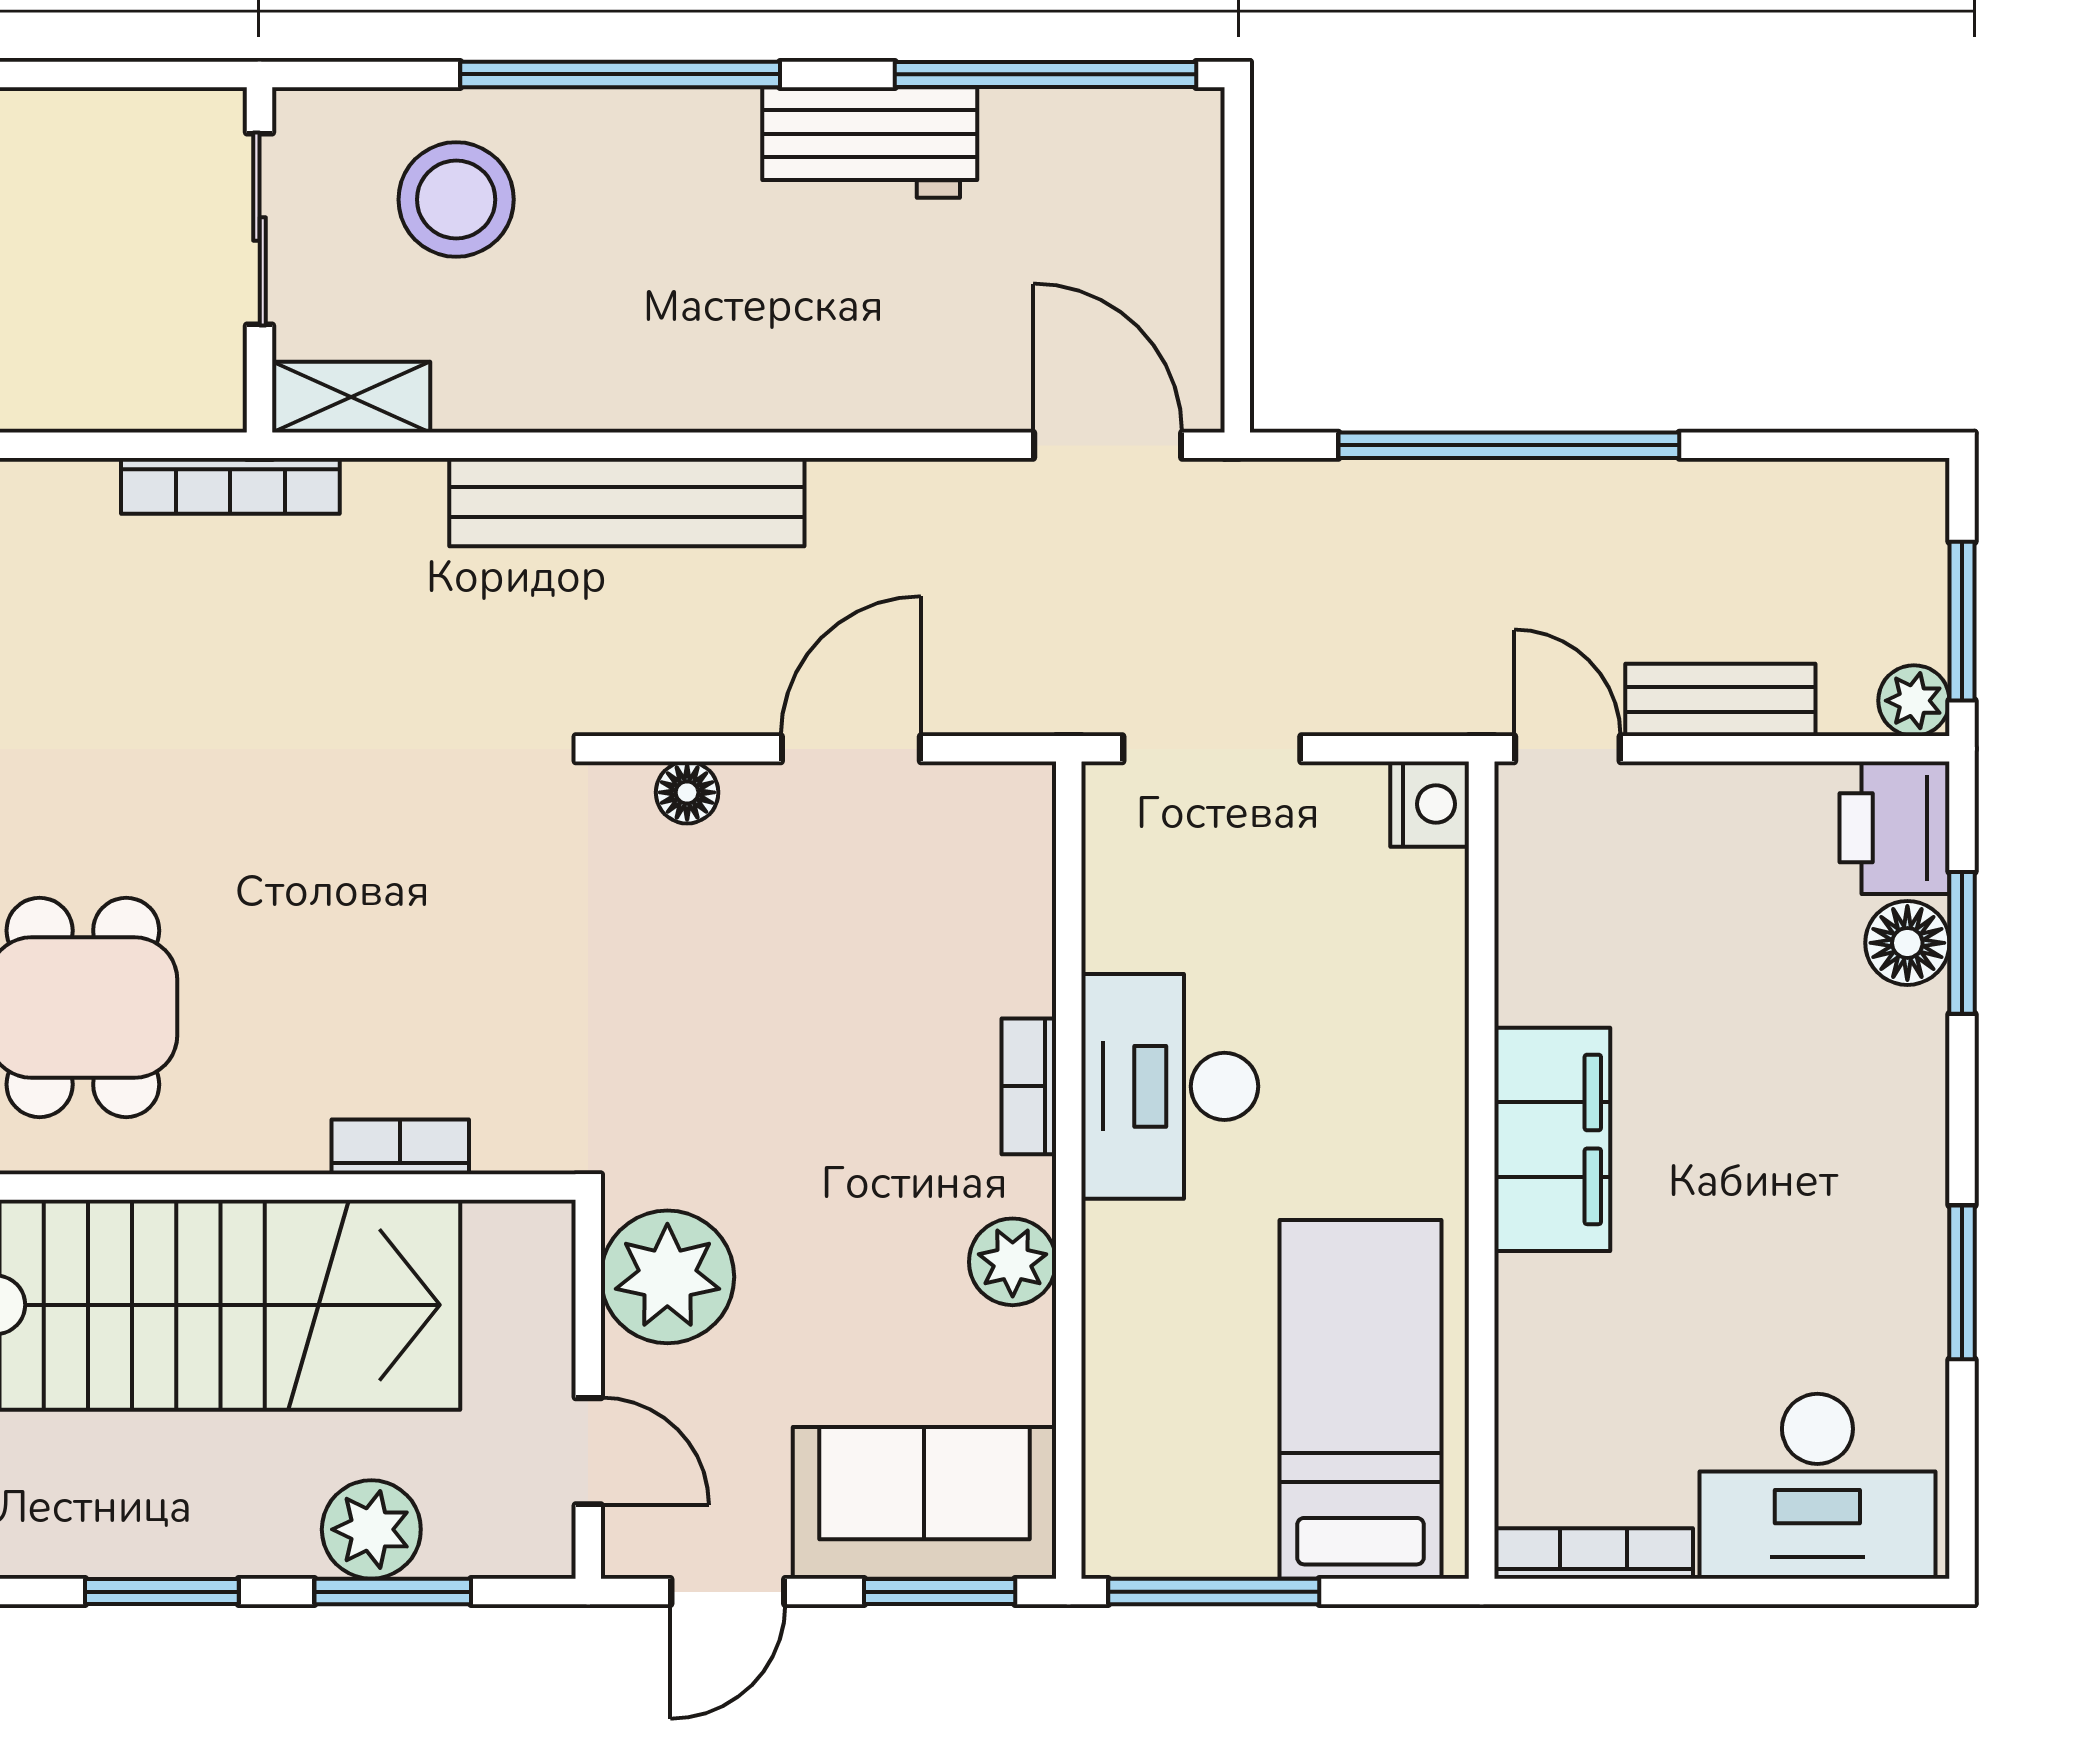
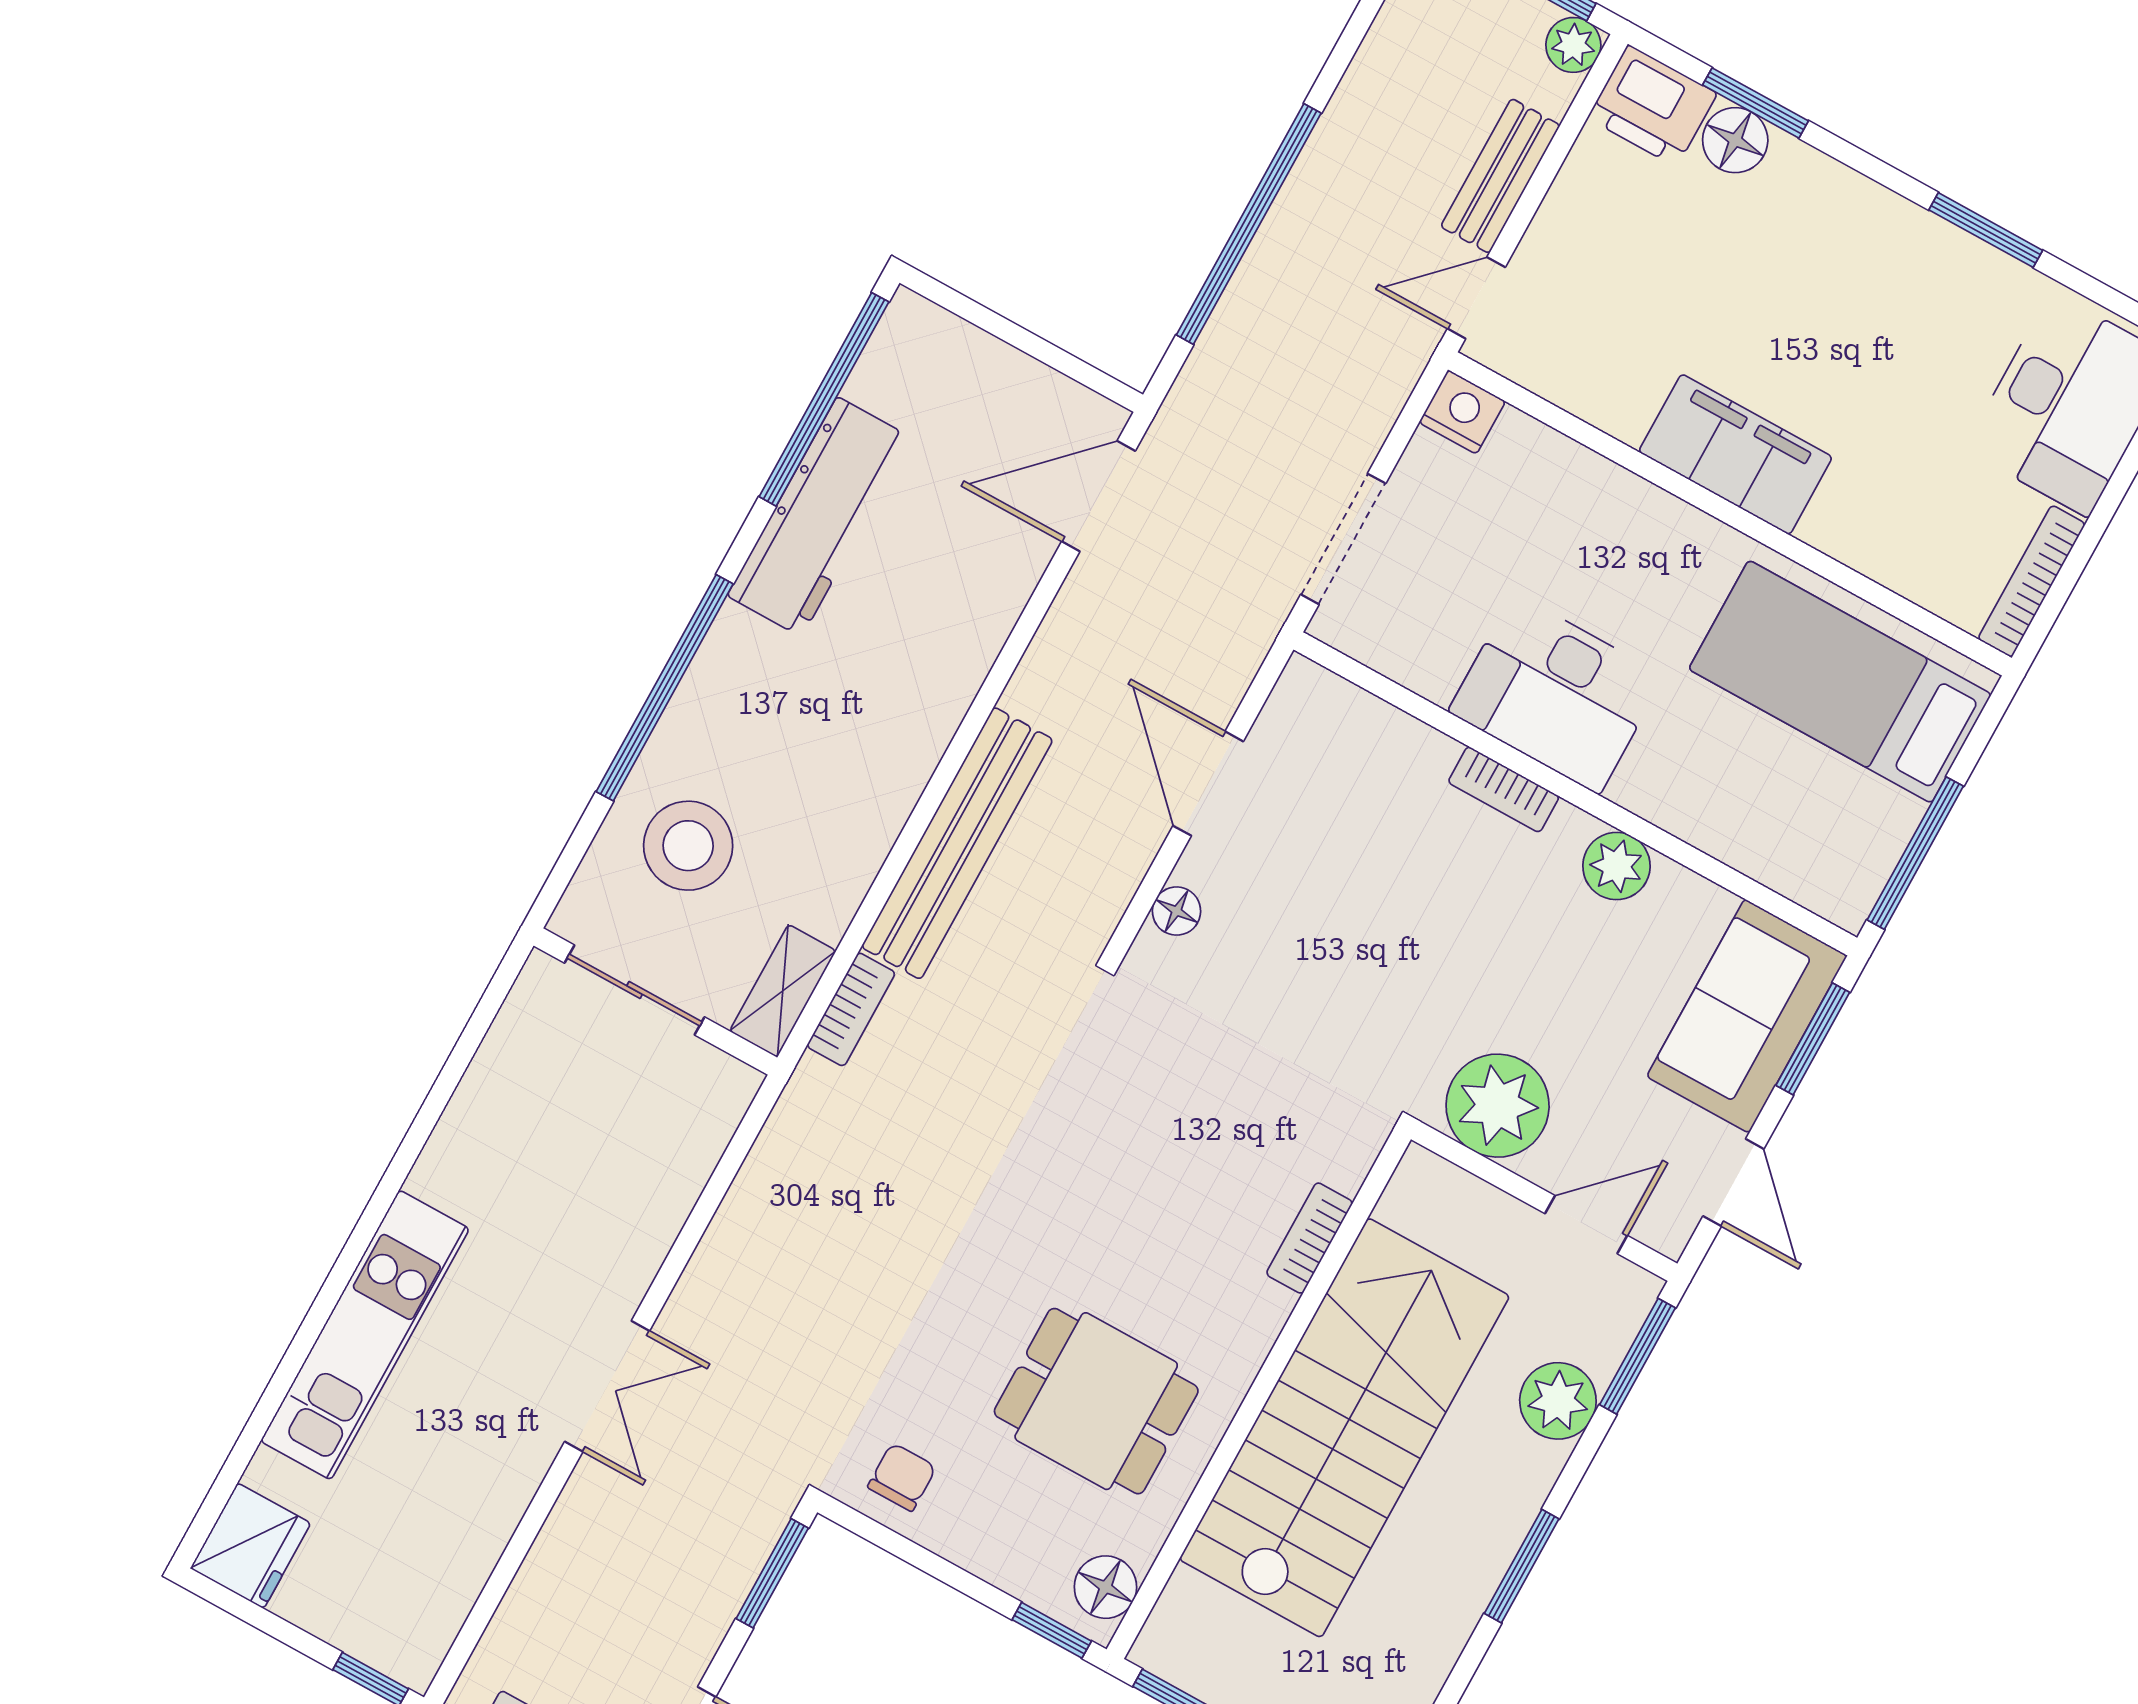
workbench: (870, 143) -> (819, 517), width x1.38
bookcase: (230, 486) -> (851, 1009), moved, width x0.64
window: (393, 1592) -> (1637, 1356), moved

